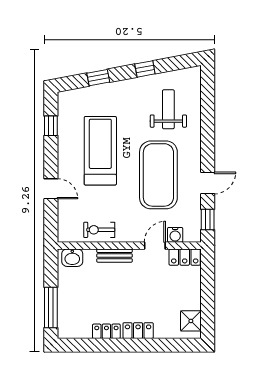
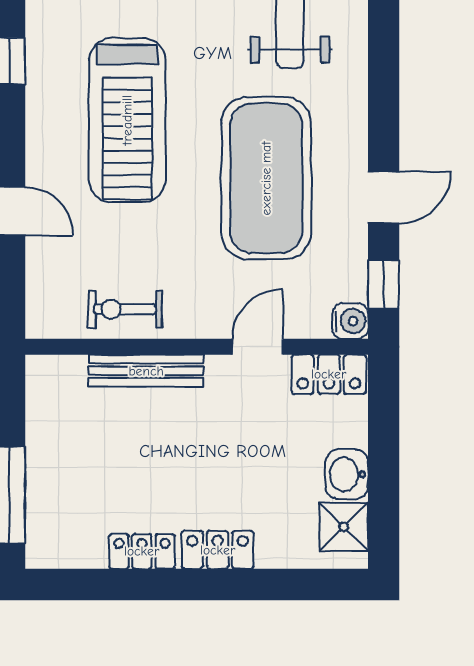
treadmill: (100, 151) -> (127, 120), turned 180
water cooler: (175, 235) -> (350, 321), moved, turned -90
bench: (114, 256) -> (146, 371), width x1.36
washbasin: (72, 258) -> (347, 474), moved, turned 90

